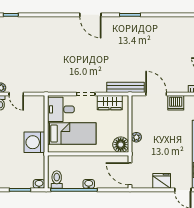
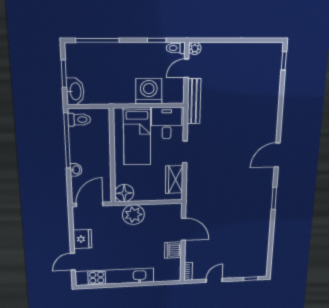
bench: (126, 87) -> (194, 101), moved
door: (156, 94) -> (183, 229), hinge flipped
plant: (136, 137) -> (133, 215), width x1.88, depth x1.88
washing machine: (34, 142) -> (149, 91), moved
washbasin: (39, 184) -> (75, 91), width x1.91, depth x1.45
washbasin: (89, 184) -> (76, 170), moved

